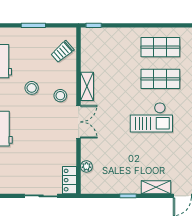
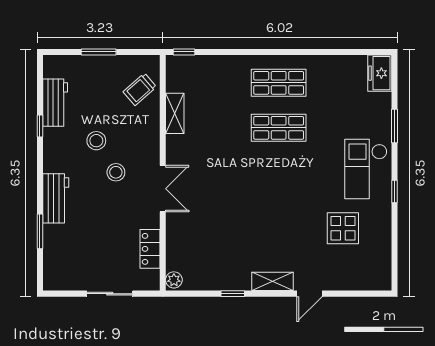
shelving: (87, 86) -> (175, 113), moved
stool: (60, 96) -> (116, 172), moved
checkout: (151, 117) -> (266, 182), removed
plant: (86, 166) -> (174, 280), moved
locker: (70, 180) -> (150, 249), moved

